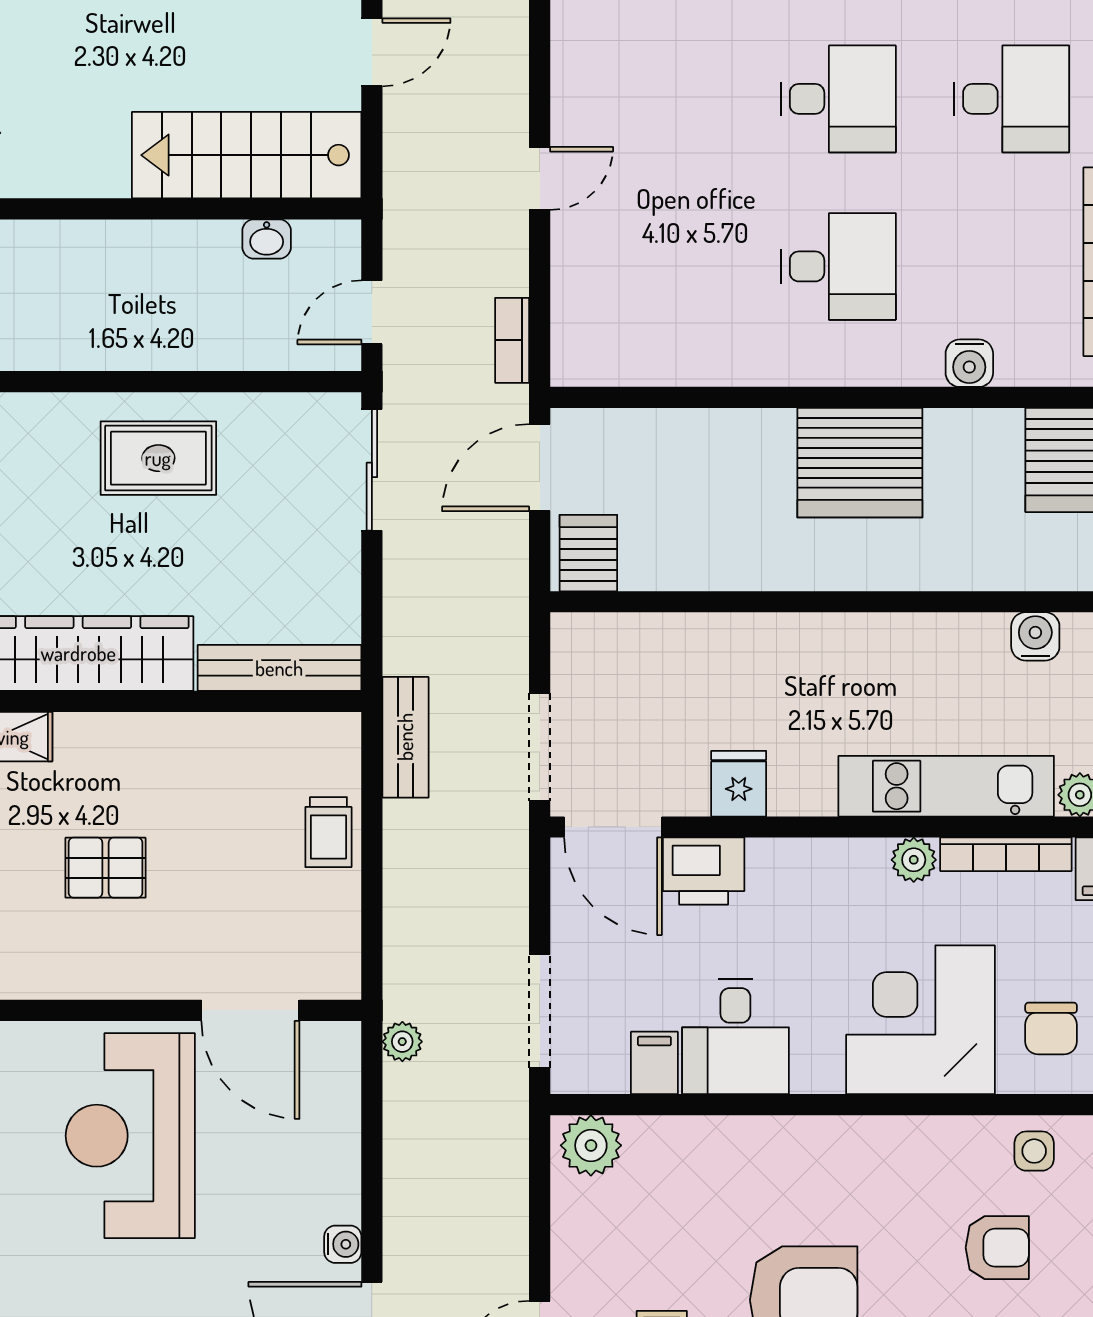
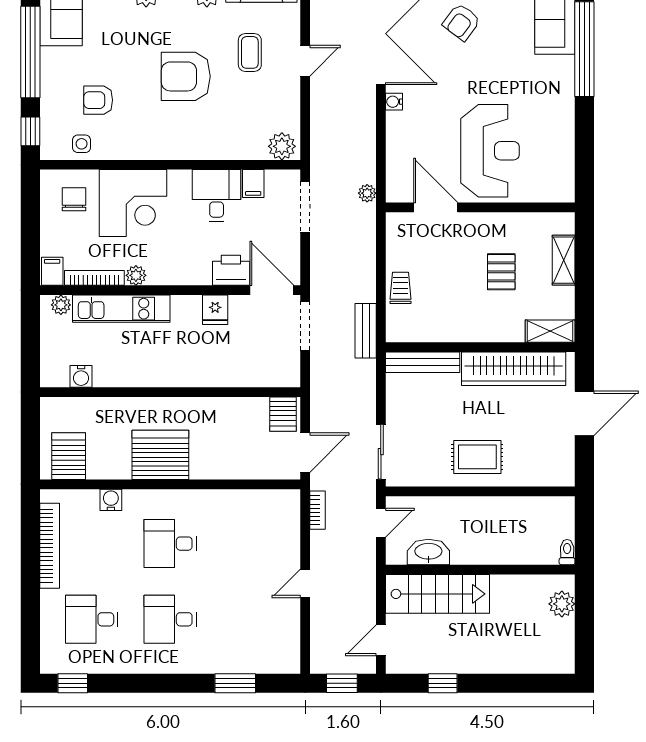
washbasin: (267, 239) -> (428, 552), width x1.91, depth x1.45
pallet: (106, 868) -> (501, 272), turned 90

